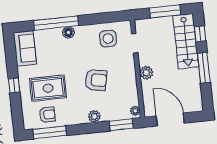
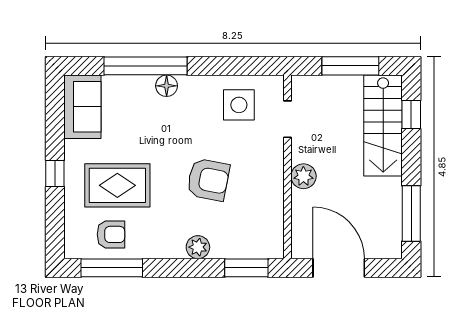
window: (204, 68) -> (411, 213), moved
plant: (135, 111) -> (275, 245), removed

